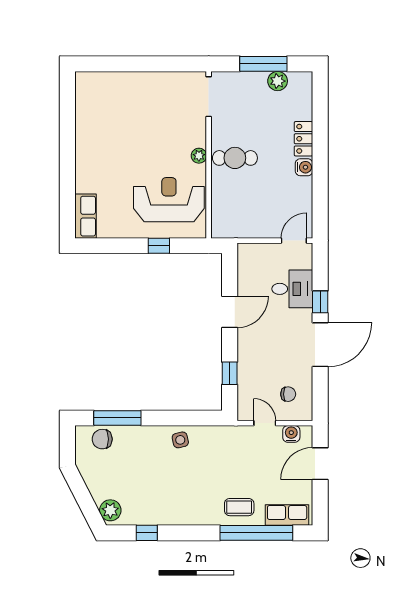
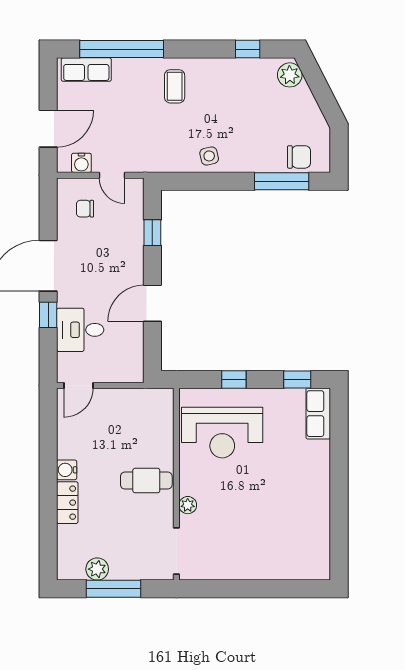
plant: (199, 156) -> (188, 505), moved
window: (104, 246) -> (297, 379), added
coffee table: (239, 507) -> (175, 86), moved, turned 90

